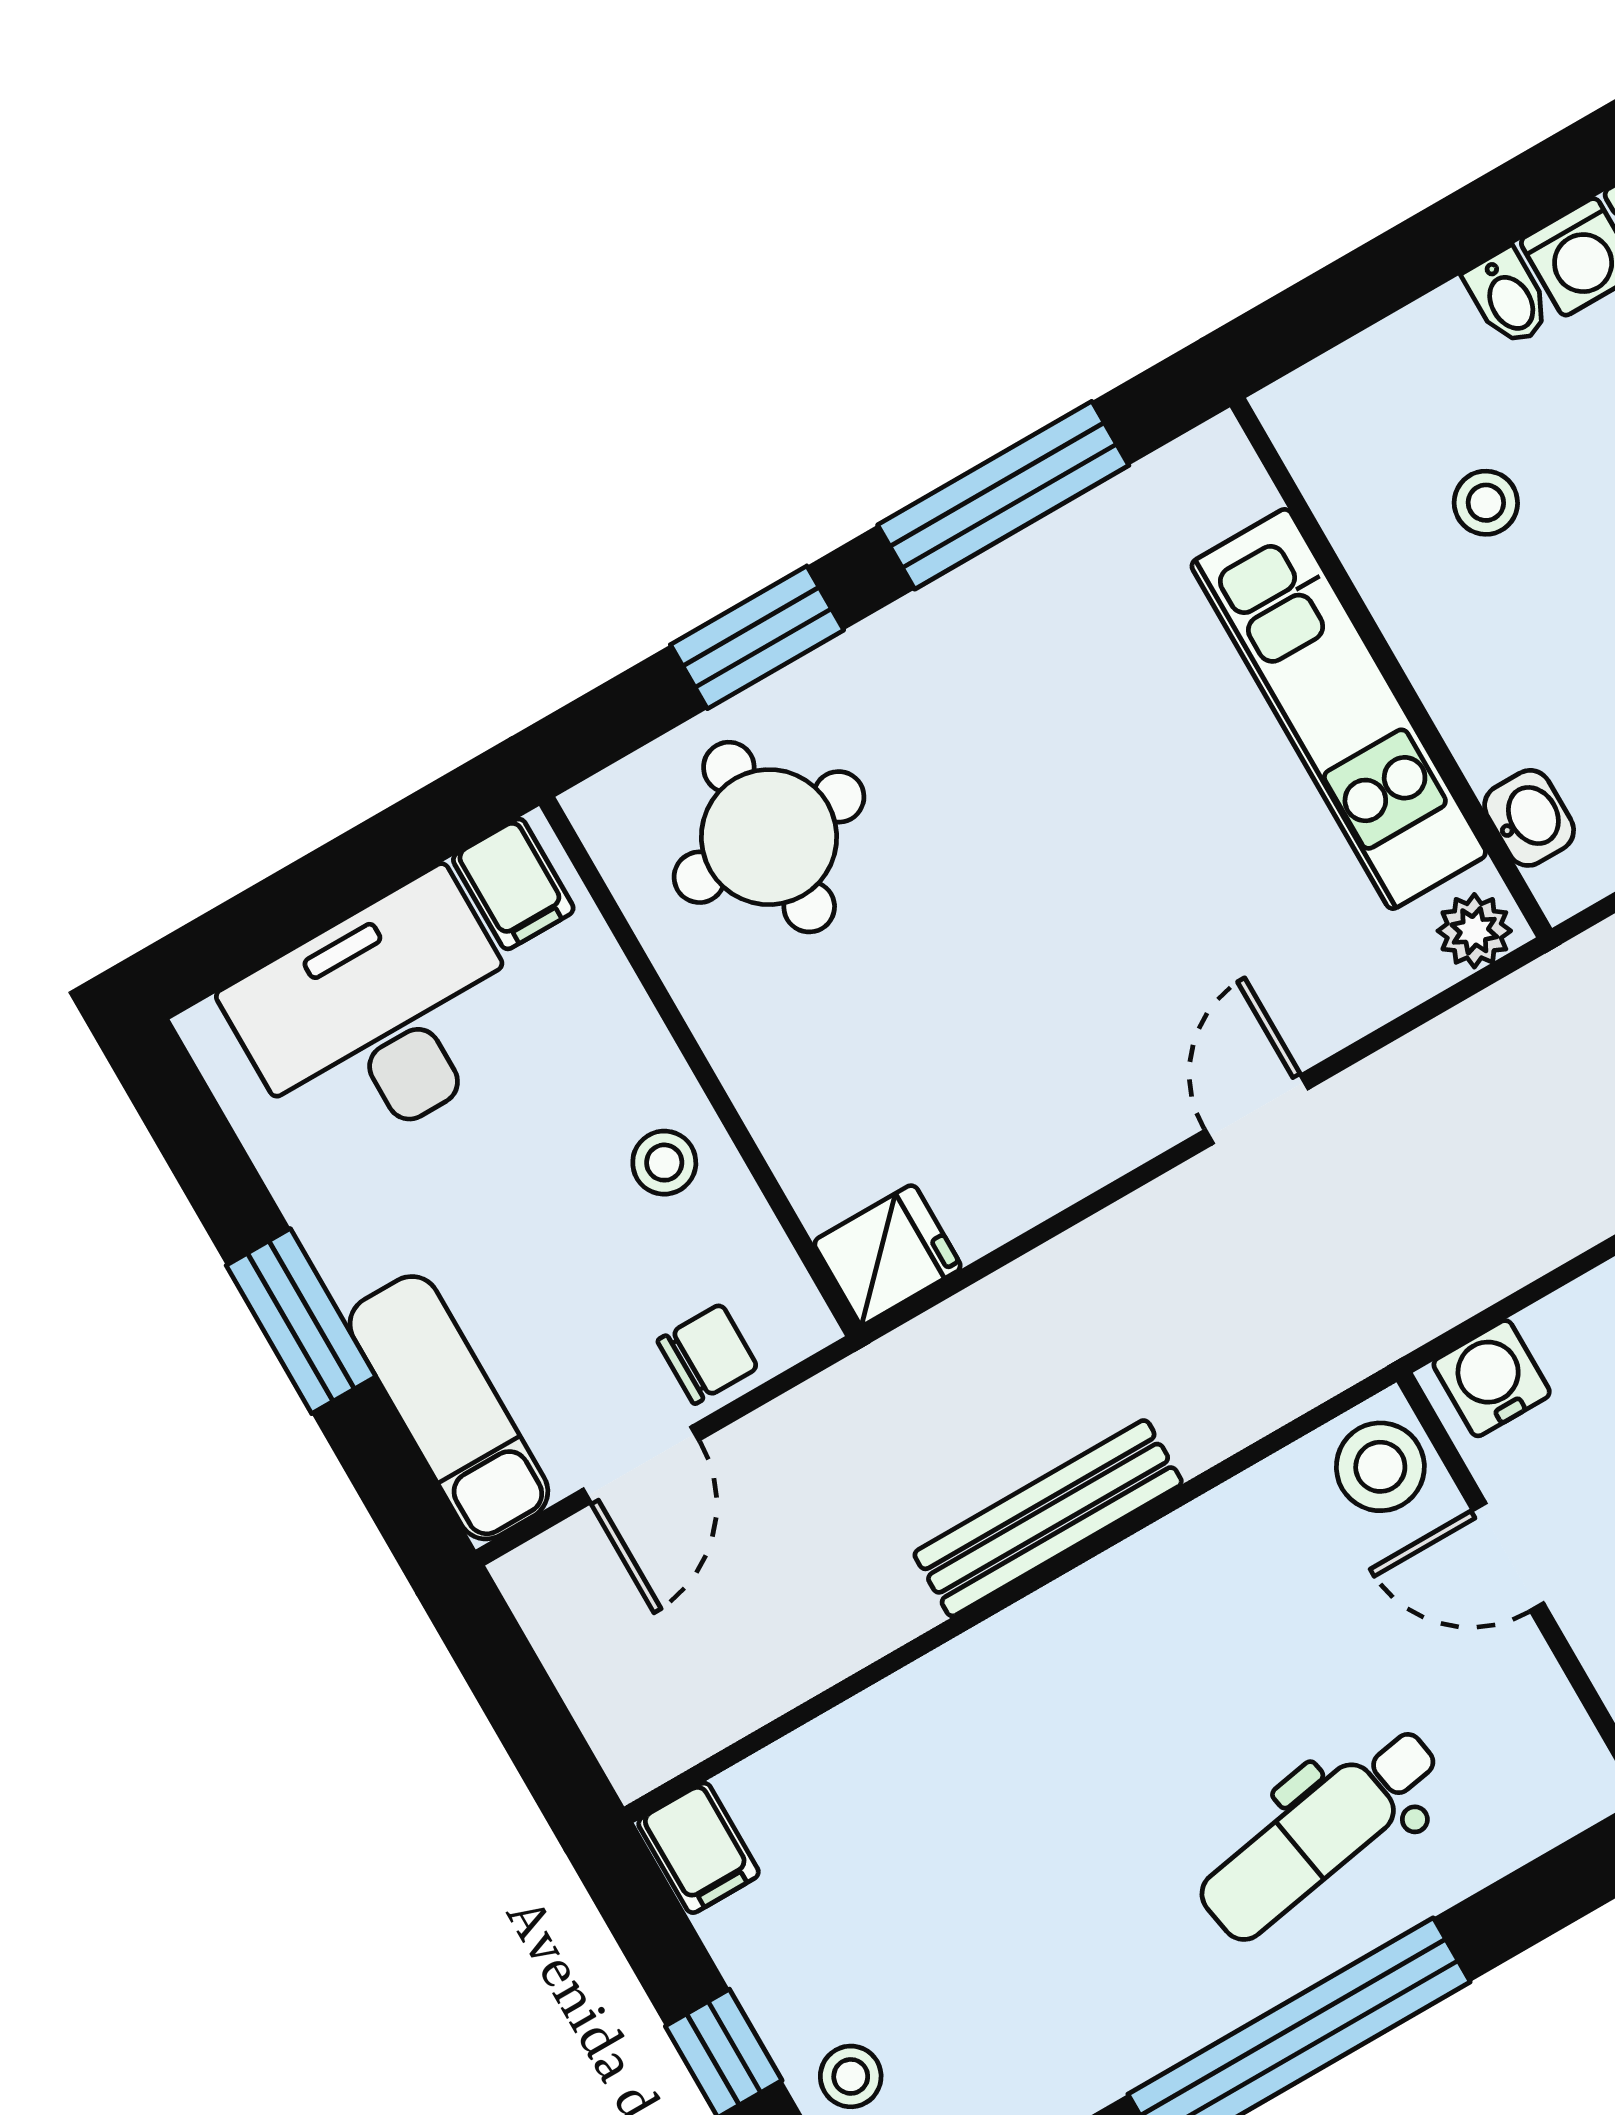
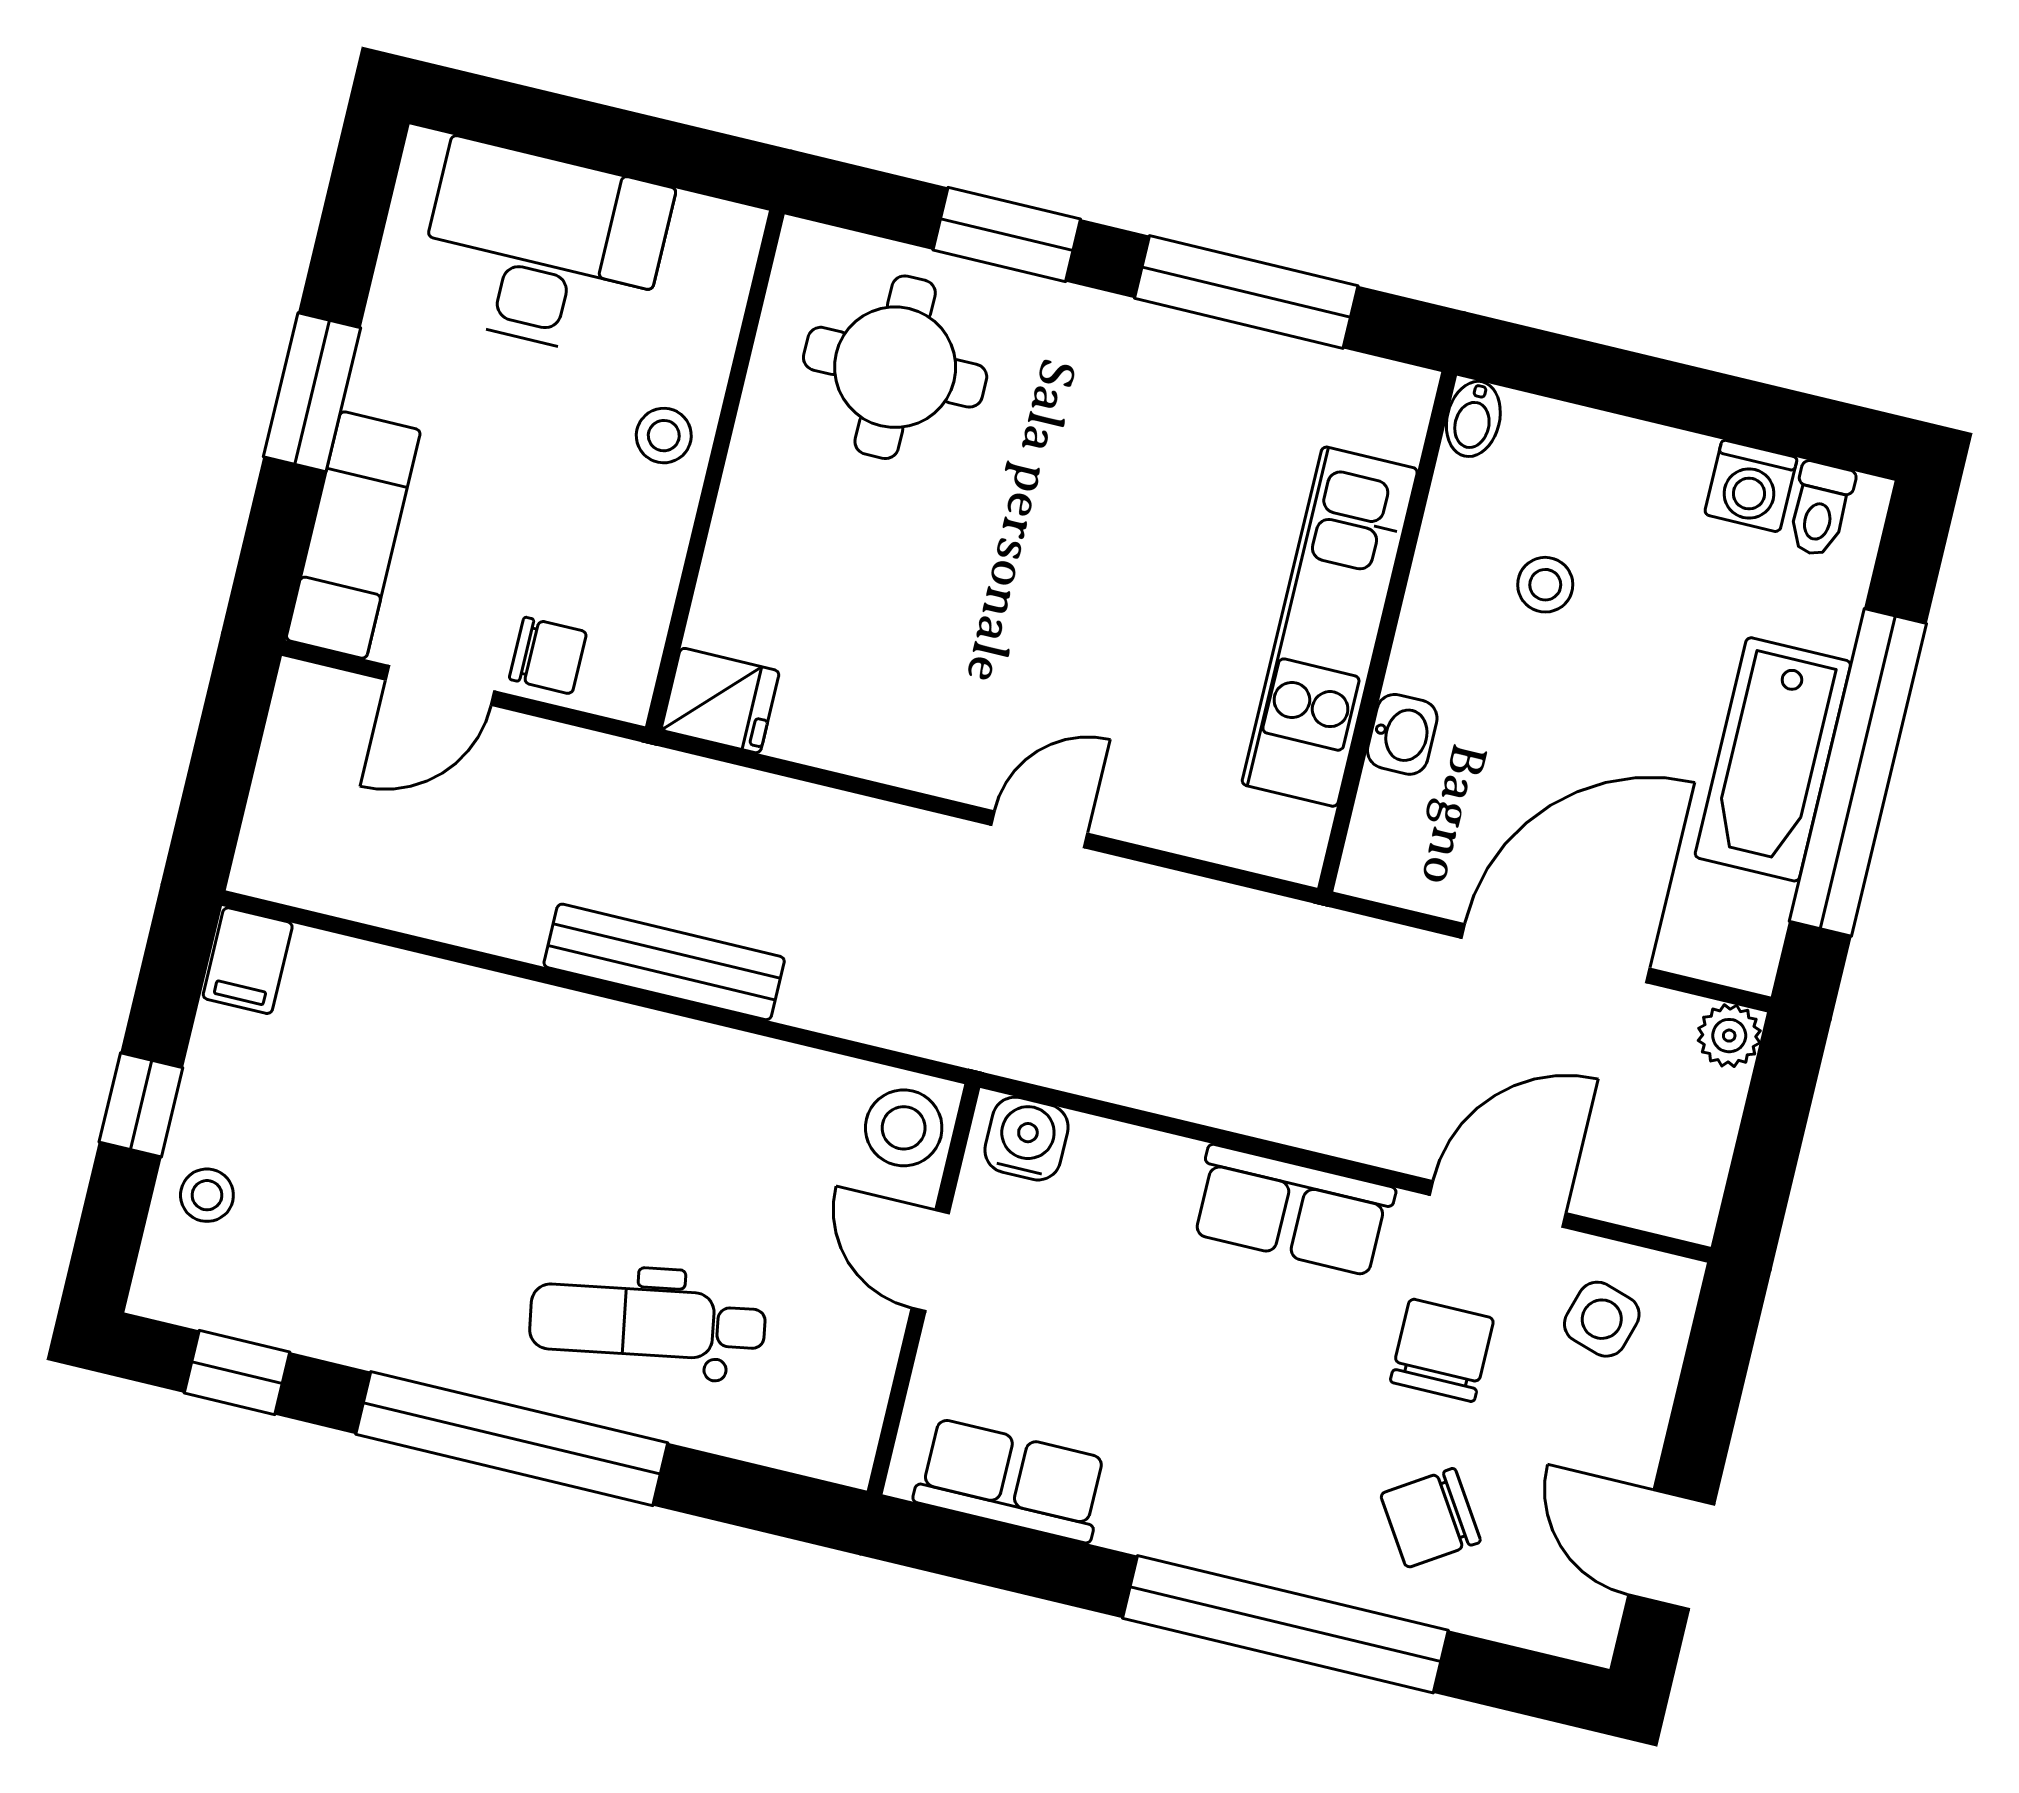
bidet: (1508, 298) -> (1473, 419), moved
washbasin: (1529, 818) -> (1402, 734), moved
filing cabinet: (513, 884) -> (706, 244), removed
plant: (1474, 931) -> (1283, 847), removed
stool: (664, 1163) -> (664, 436), moved

